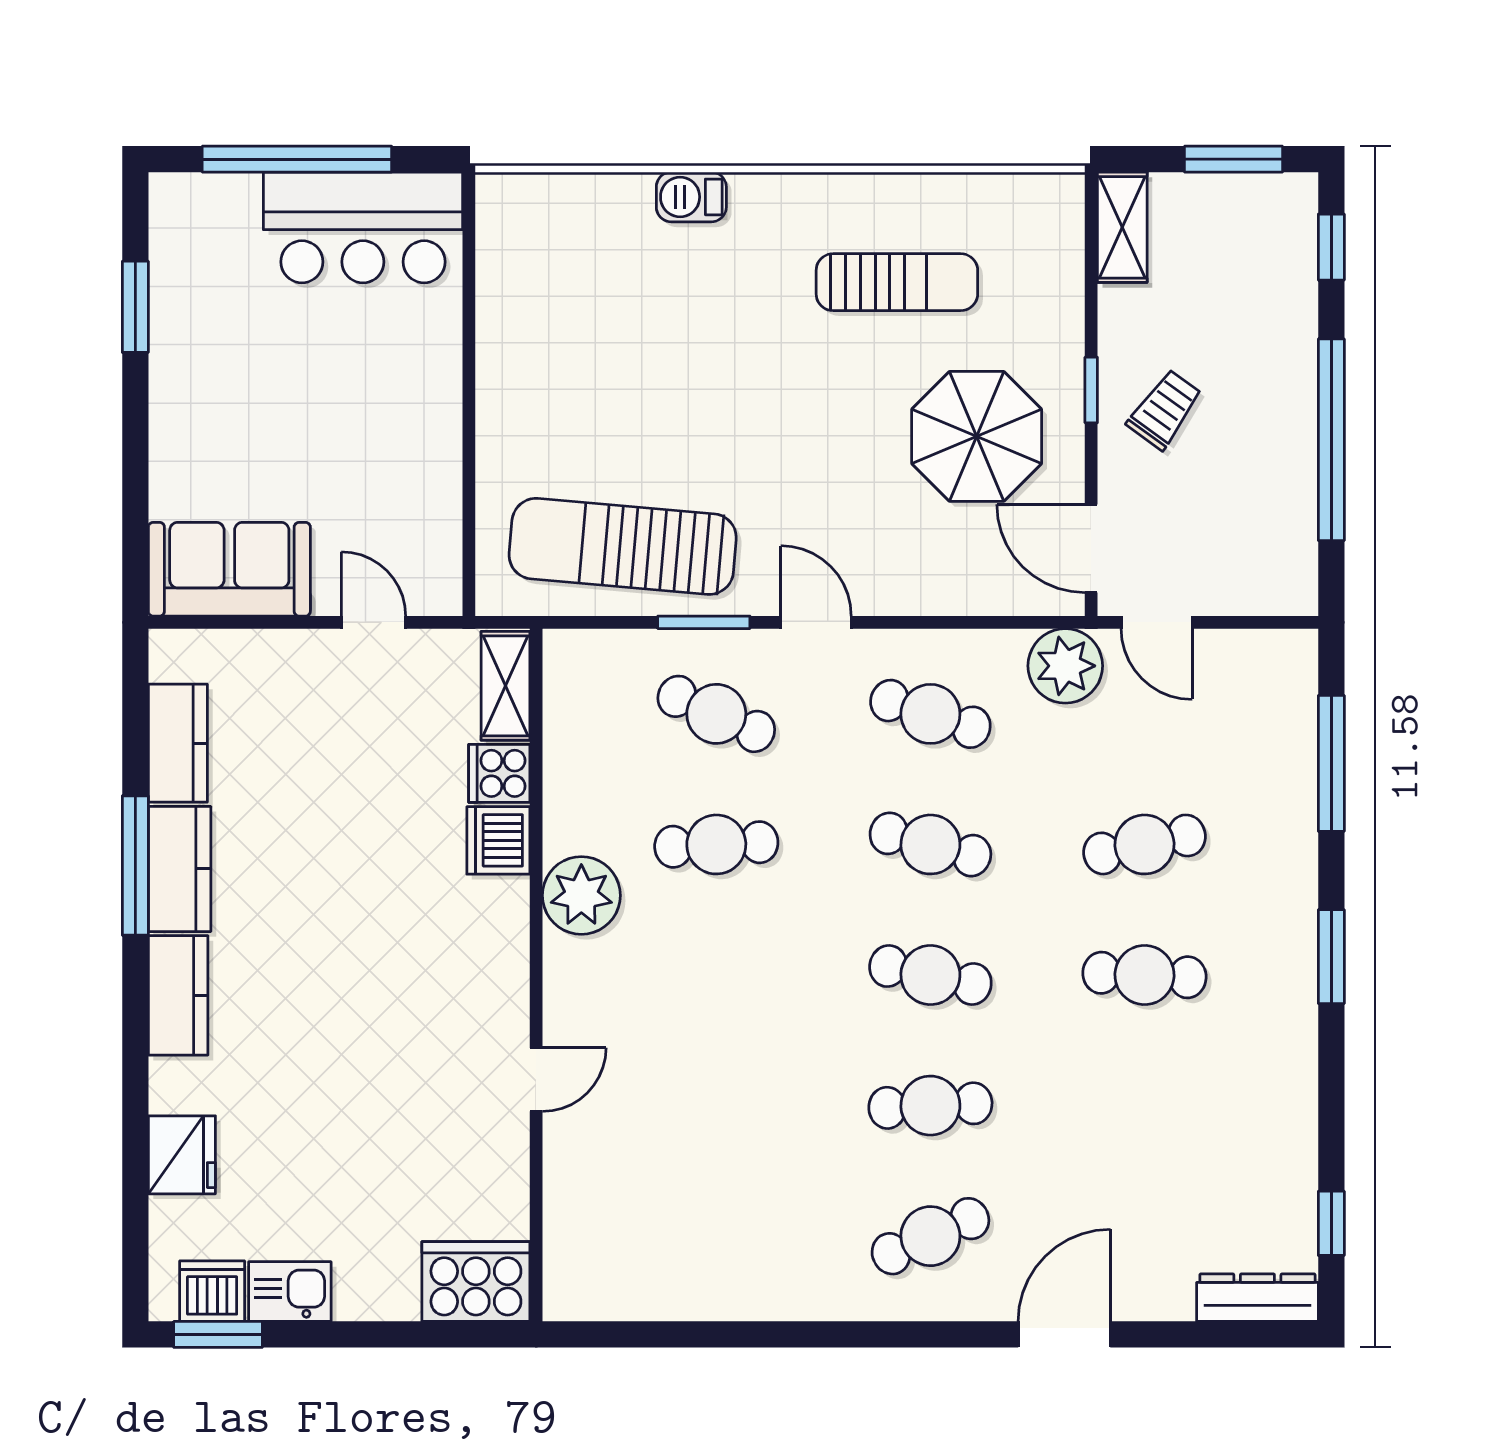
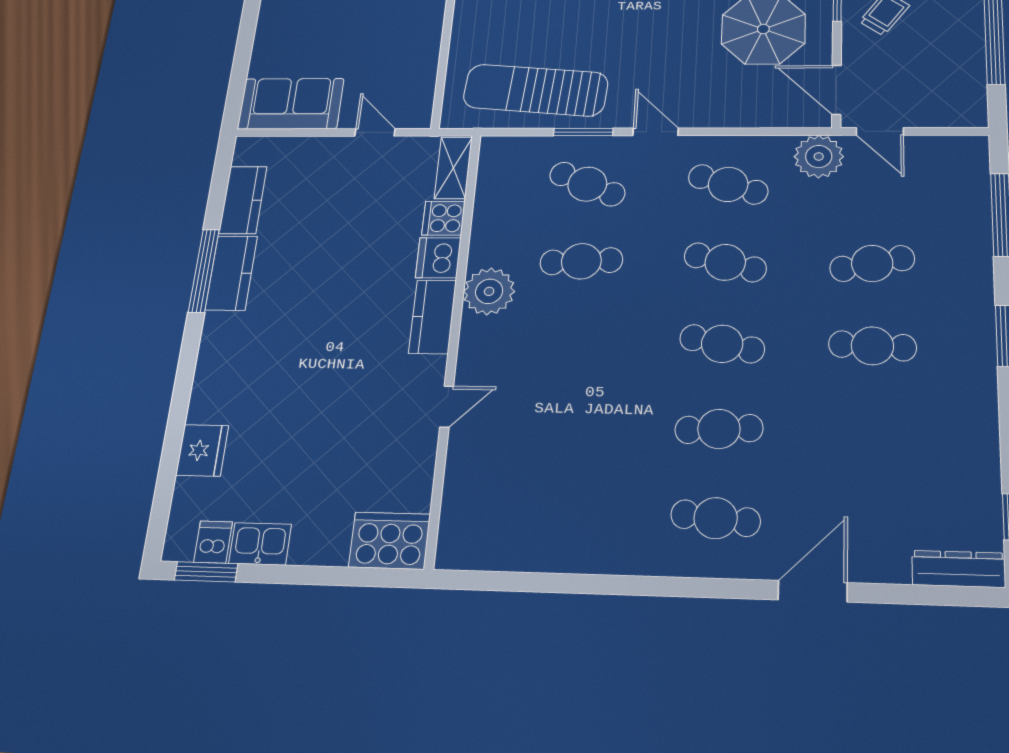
kitchen counter: (178, 995) -> (433, 317), moved, turned 180
cafe table: (930, 1236) -> (716, 518), turned 30
dishwasher: (212, 1291) -> (213, 542), width x0.73

